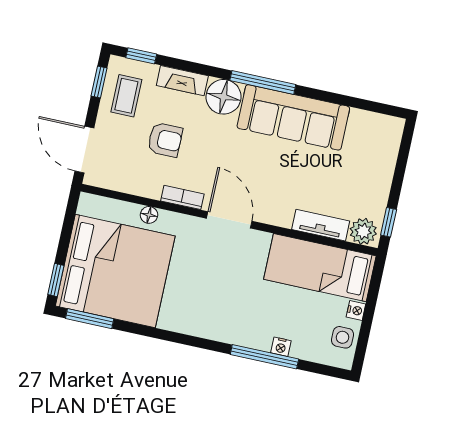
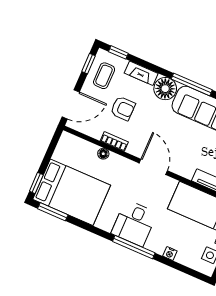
door: (84, 150) -> (71, 104), swing flipped
bookcase: (182, 197) -> (114, 142), moved
bed: (115, 271) -> (72, 192), width x0.73
desk: (217, 311) -> (134, 223), added
window: (264, 357) -> (134, 247), moved

